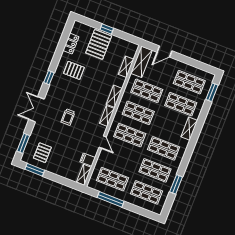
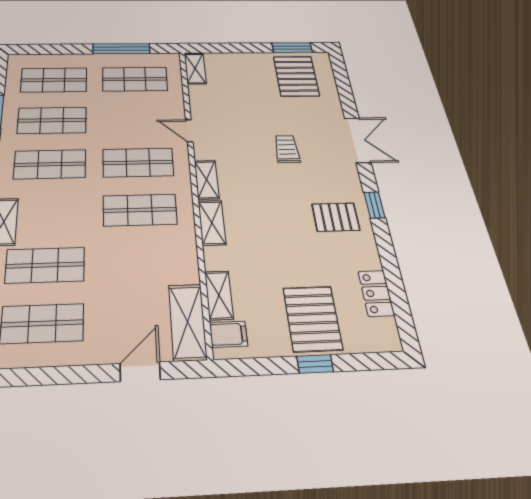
pallet: (74, 70) -> (336, 217), moved
shop shelf: (147, 91) -> (142, 262), removed
window: (23, 143) -> (342, 78), removed
pallet: (42, 153) -> (296, 76), width x1.50, depth x1.42
filing cabinet: (88, 160) -> (228, 334), moved

